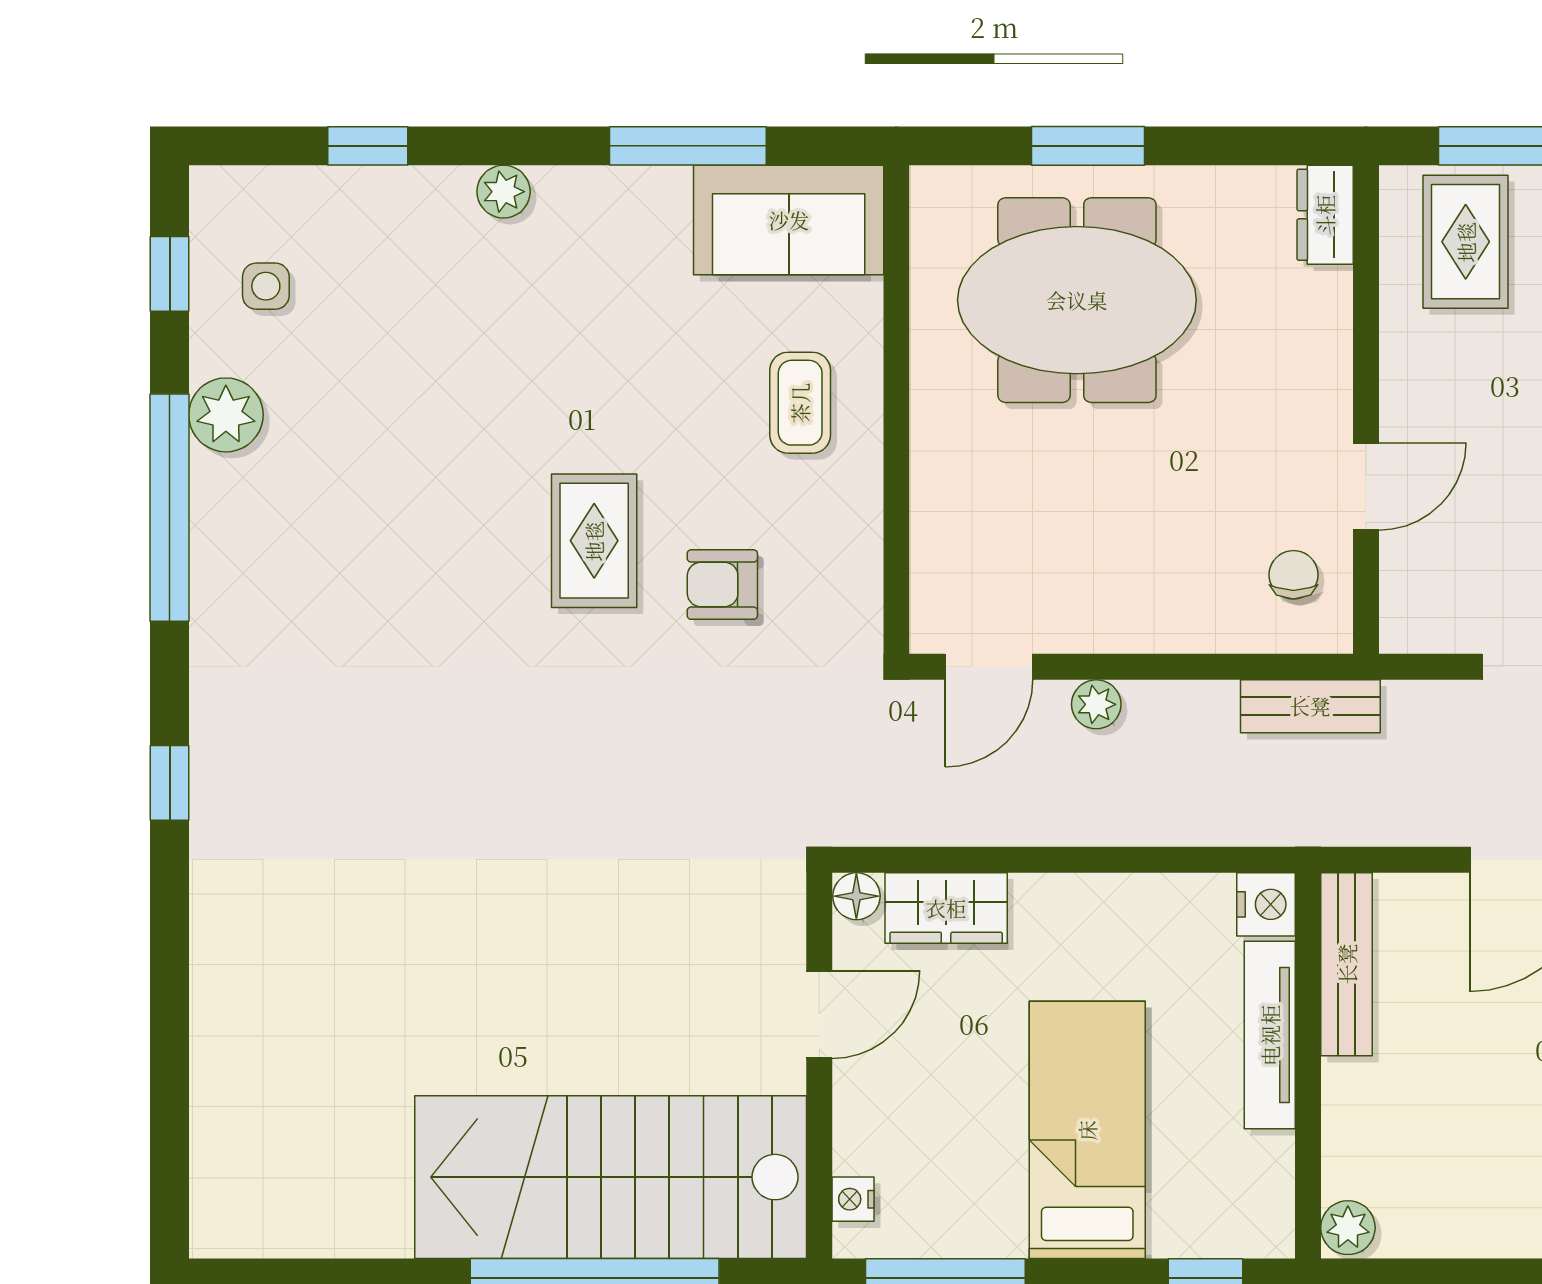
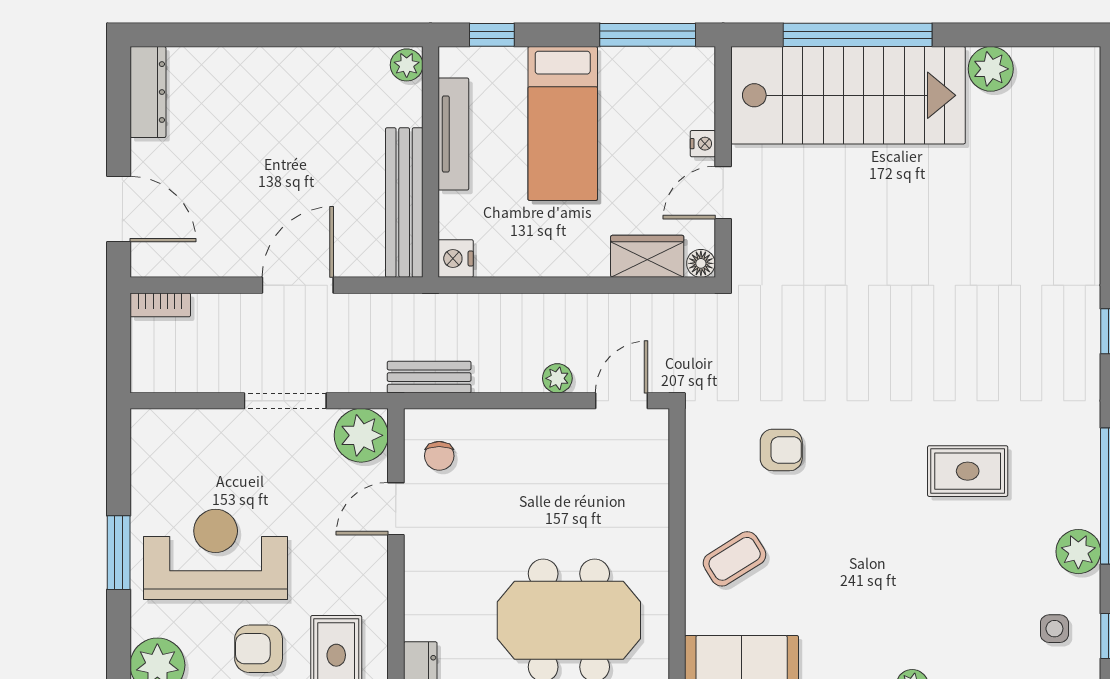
coffee table: (800, 403) -> (735, 559), turned 58
rug: (594, 541) -> (968, 471), moved, turned 90
plant: (1424, 609) -> (361, 435), added
bench: (1347, 964) -> (404, 203), width x1.37, depth x1.21
tv unit: (1270, 1035) -> (453, 134), moved
nightstand: (853, 1199) -> (703, 144), moved
plant: (372, 1221) -> (991, 69), added

